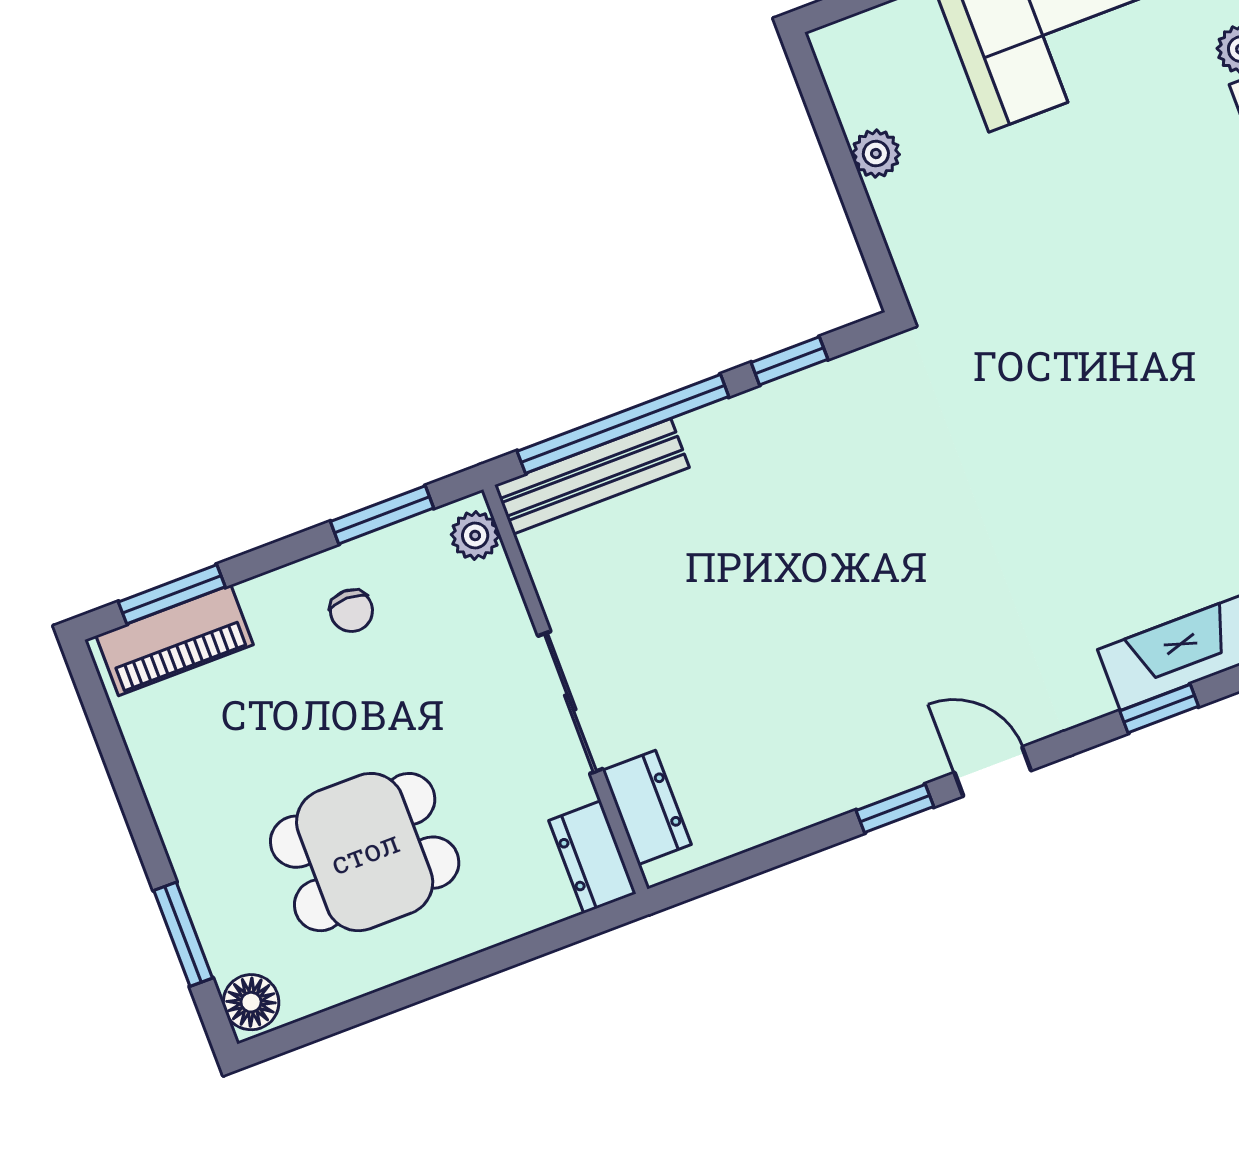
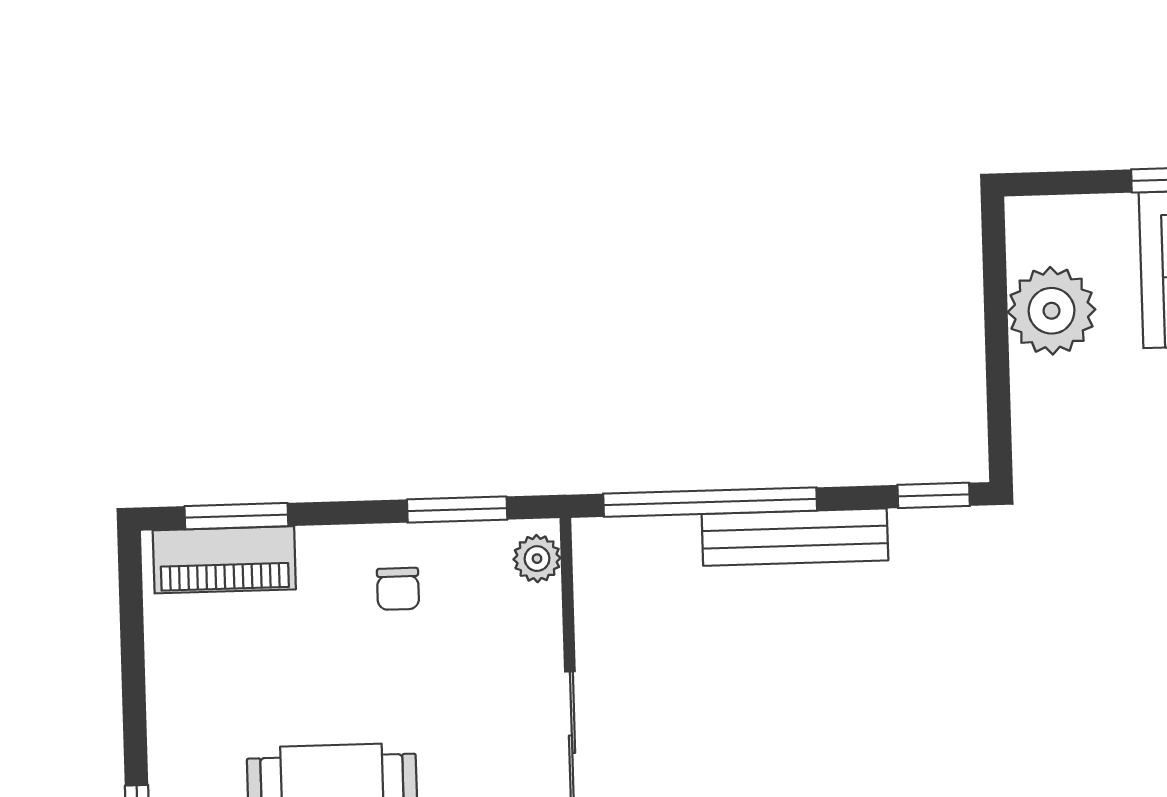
plant: (876, 154) -> (1052, 311), width x1.87, depth x1.87
window: (789, 361) -> (934, 495), moved
bench: (592, 476) -> (795, 537), moved

